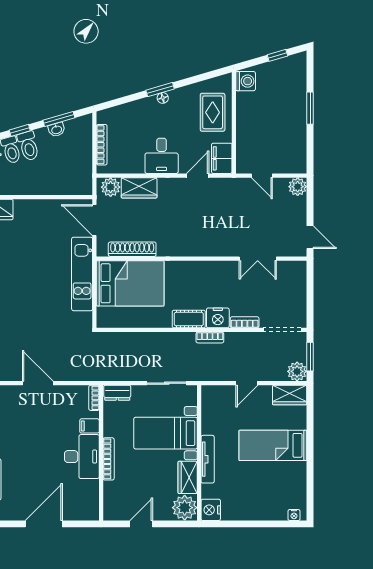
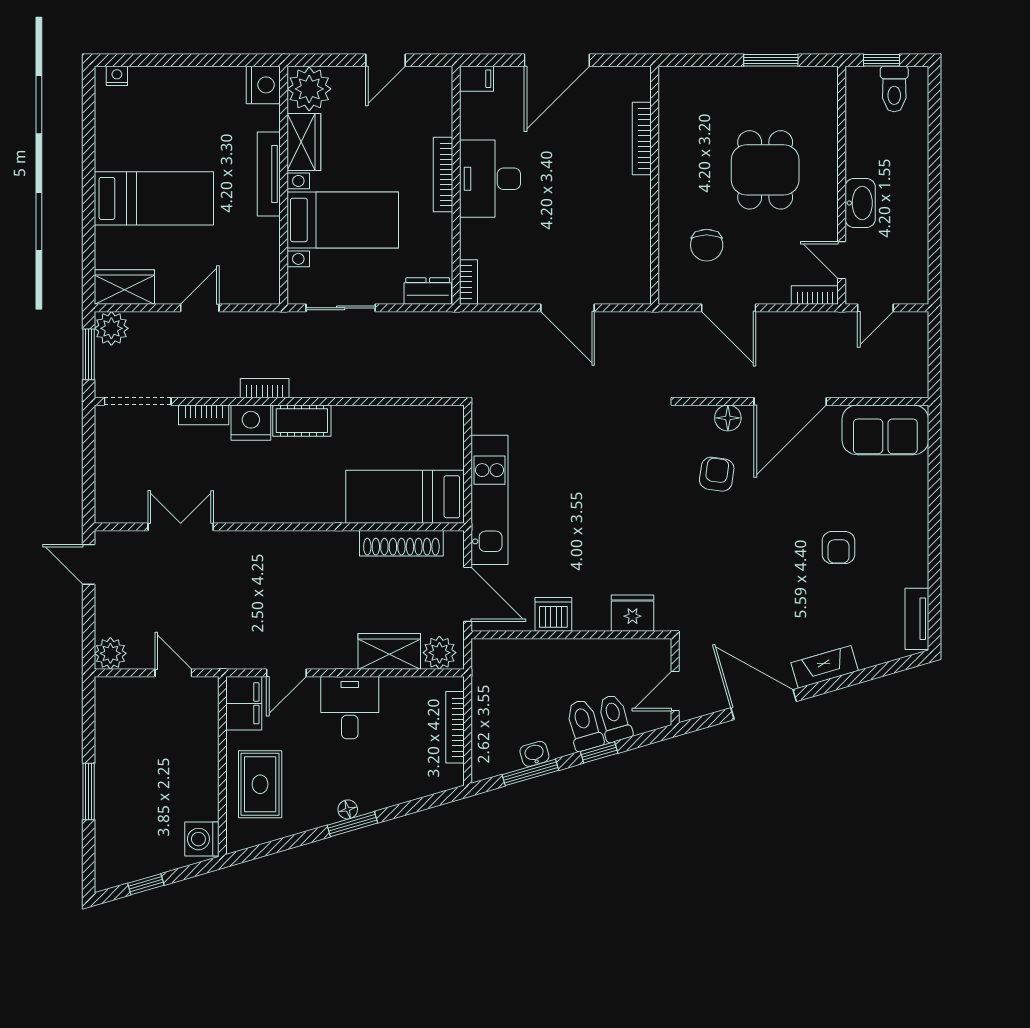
dishwasher: (46, 209) -> (553, 614), added
bed: (130, 283) -> (405, 497), width x0.67
filing cabinet: (89, 426) -> (476, 79), moved

